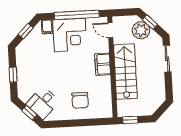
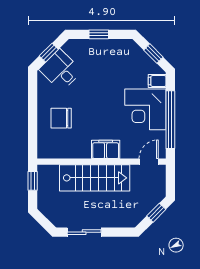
plant: (141, 30) -> (146, 201), removed
sliding door: (167, 59) -> (84, 232), moved

